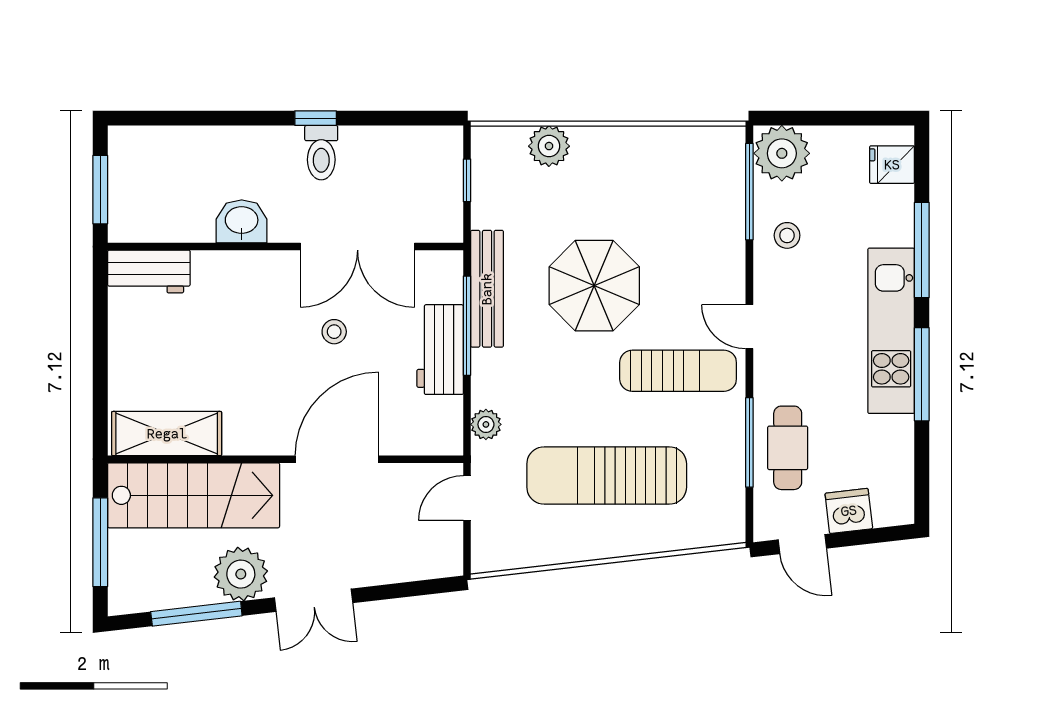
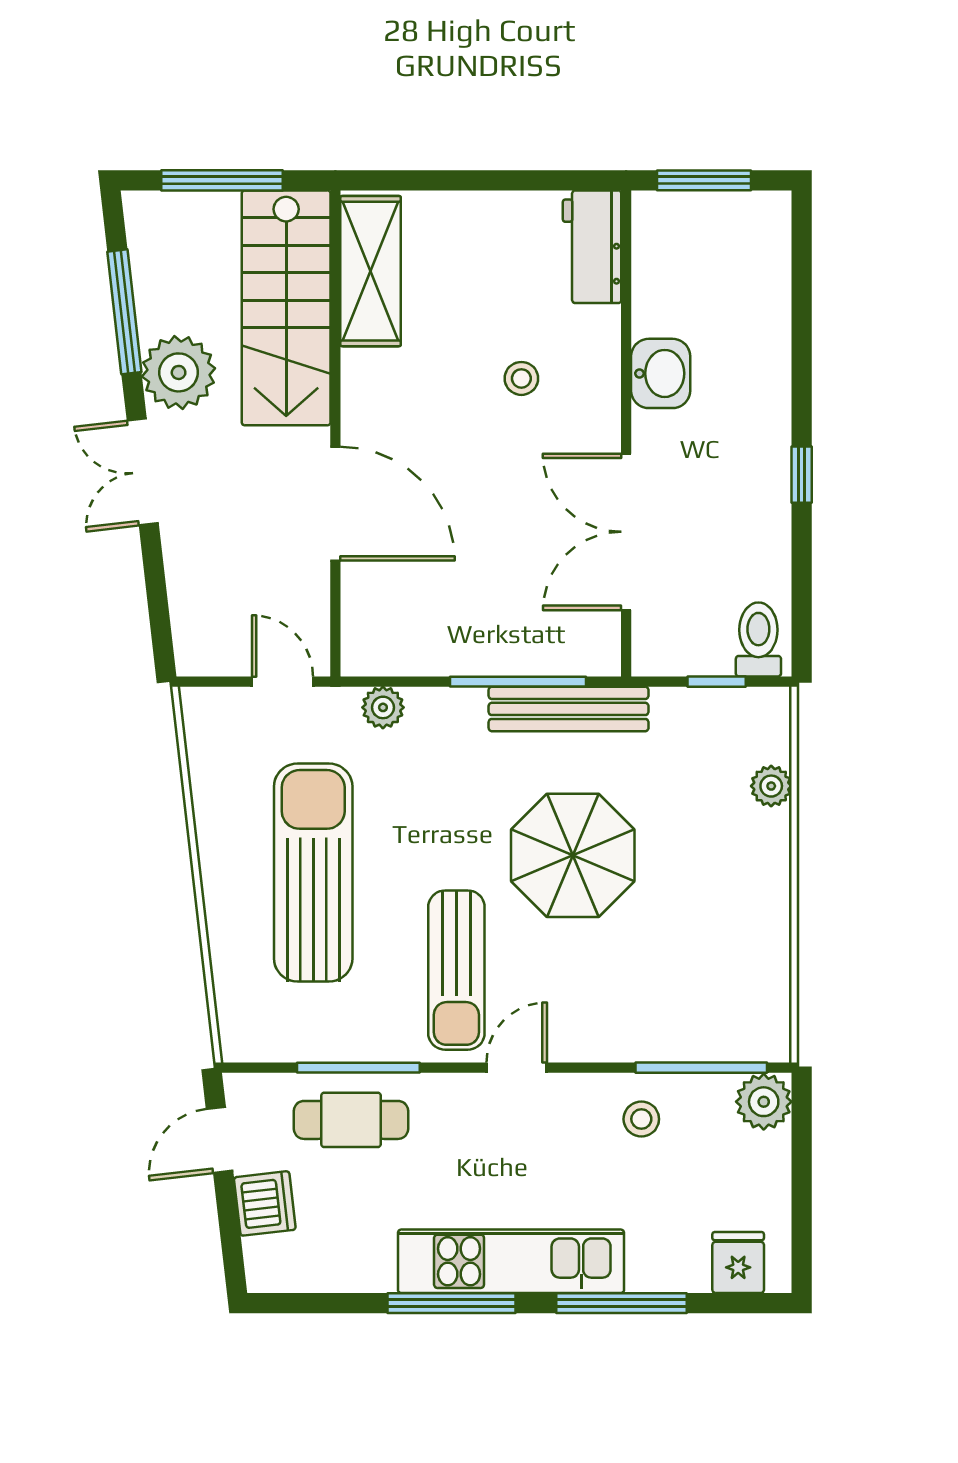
plant: (549, 146) -> (771, 786), width x0.73, depth x0.73
toilet: (321, 153) -> (758, 639), moved, turned 90
plant: (782, 153) -> (764, 1102), width x0.73, depth x0.73
stool: (334, 332) -> (521, 378), moved
workbench: (440, 350) -> (485, 645), removed

